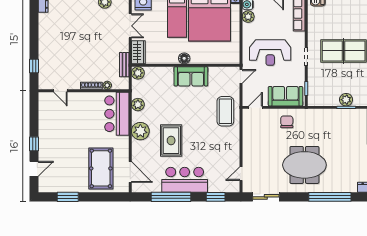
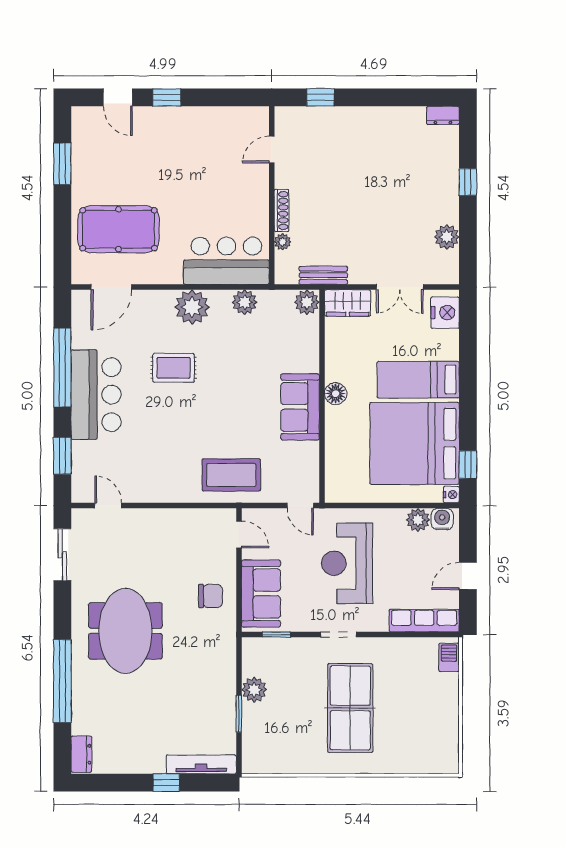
plant: (346, 100) -> (254, 690), moved
rug: (171, 141) -> (174, 368), width x0.73, depth x0.70

